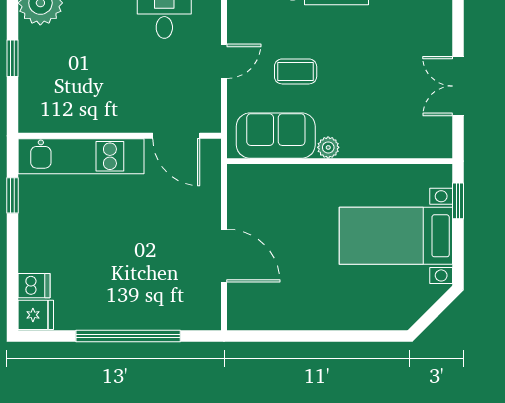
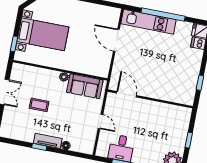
door: (224, 61) -> (100, 122), swing flipped
coffee table: (296, 71) -> (39, 105), moved
kitchen unit: (81, 156) -> (149, 22), moved, turned 180

